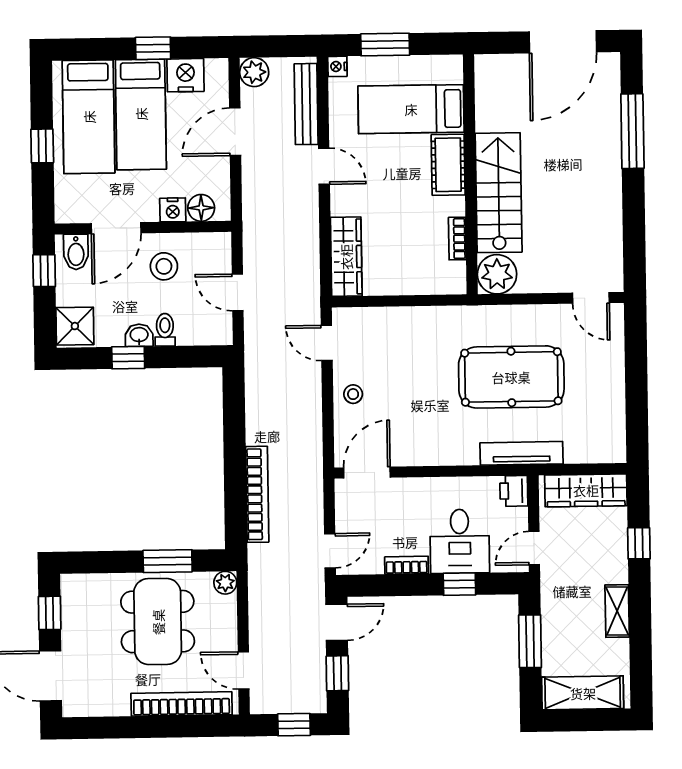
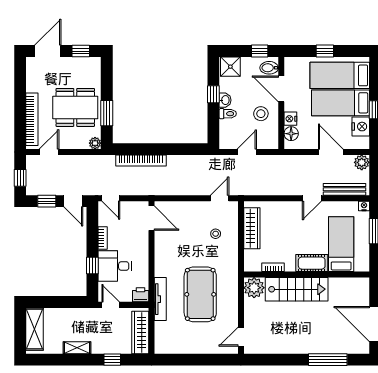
wardrobe: (346, 257) -> (252, 228), moved, turned -90
stool: (353, 394) -> (216, 234), moved
window: (530, 641) -> (62, 302), removed

